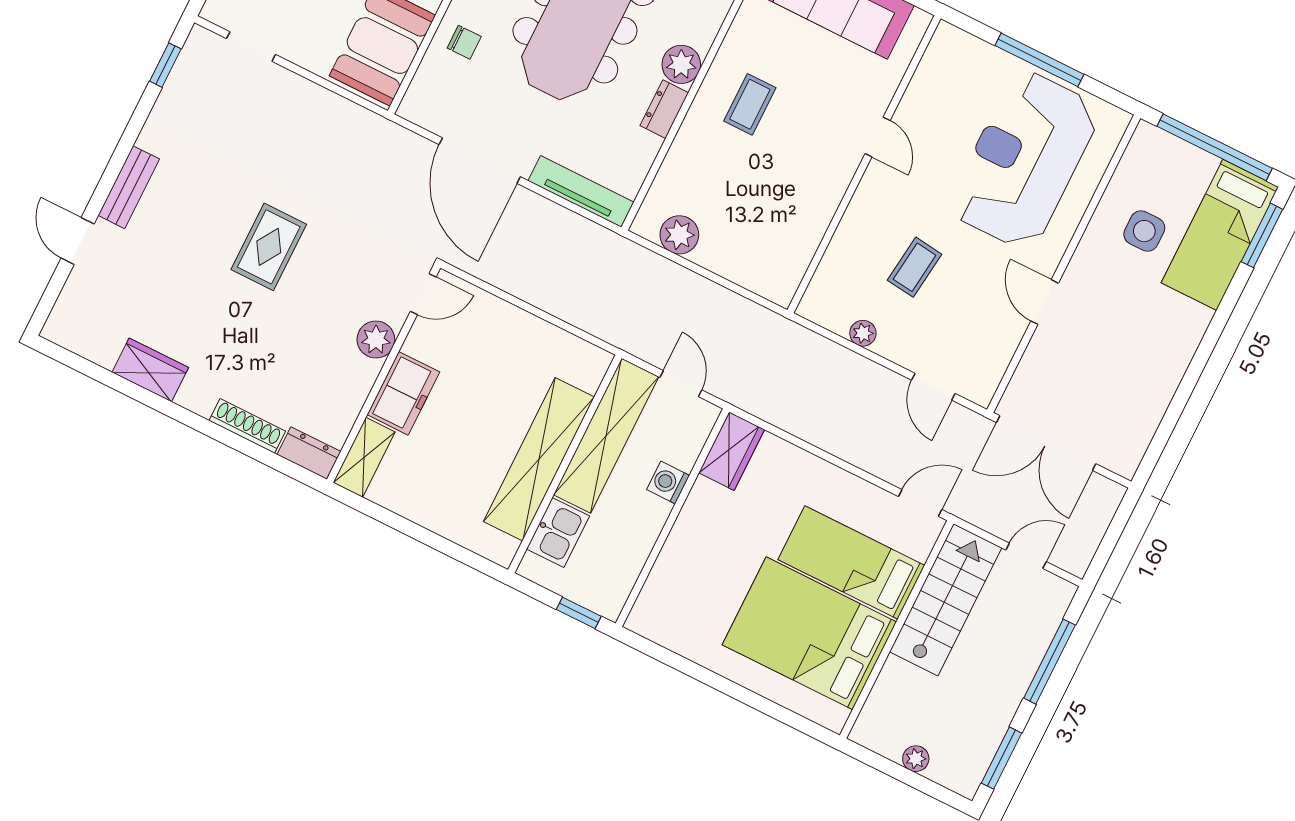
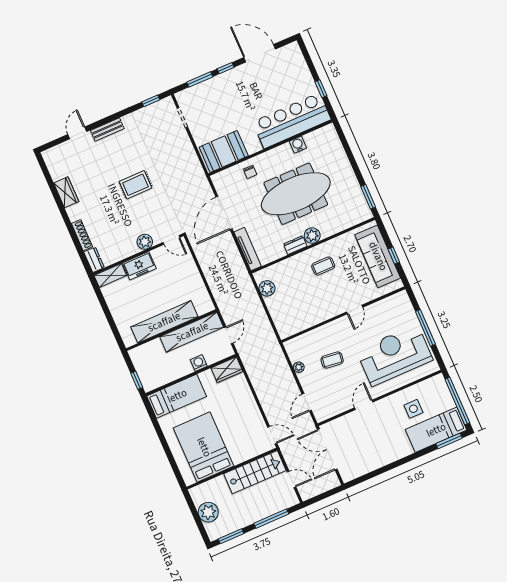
kitchen sink: (558, 532) -> (151, 350), removed
bed: (851, 562) -> (177, 396), moved, turned 90
plant: (916, 759) -> (208, 512), width x1.88, depth x1.88

